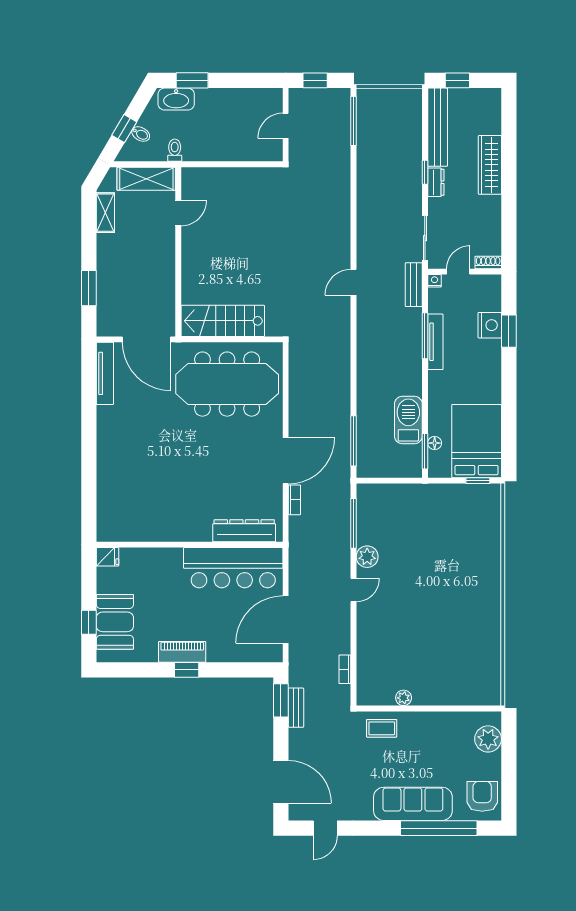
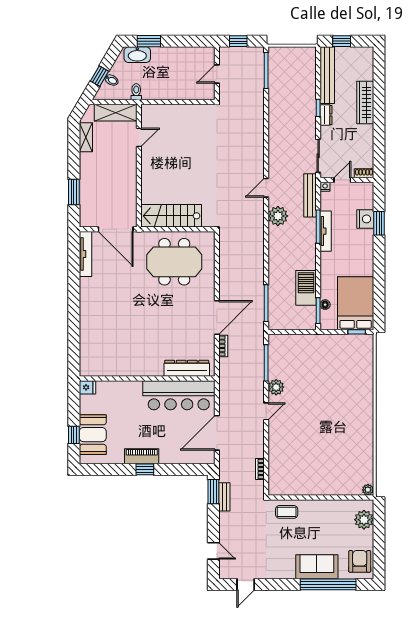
bench: (414, 285) -> (310, 195), width x1.36
plant: (370, 321) -> (278, 216), added
meeting table: (227, 384) -> (174, 262), width x0.73
plant: (404, 698) -> (368, 490), moved
door: (281, 782) -> (213, 551), width x0.53
sofa: (413, 804) -> (317, 567), width x0.73

